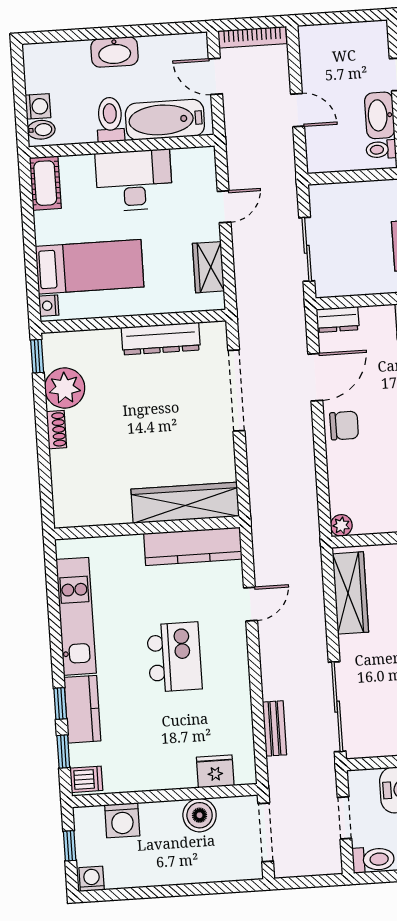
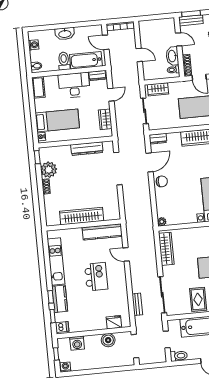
washing machine: (38, 106) -> (33, 45), moved
dresser: (192, 158) -> (97, 76), added
wardrobe: (342, 197) -> (158, 89), added
wardrobe: (185, 503) -> (82, 216), moved
door: (251, 604) -> (126, 254), swing flipped

